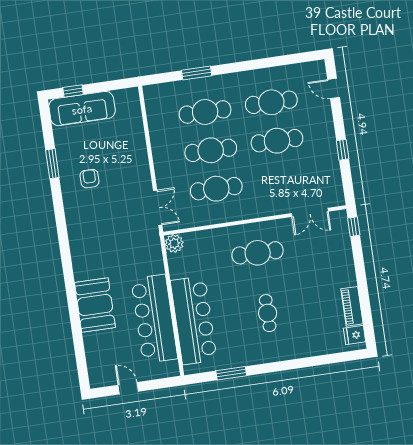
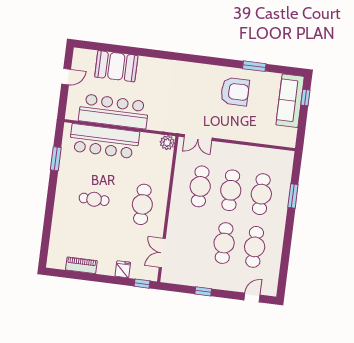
armchair: (90, 179) -> (235, 92), width x1.88, depth x1.88
booth: (95, 305) -> (116, 66), moved
fridge: (355, 335) -> (123, 269), moved

